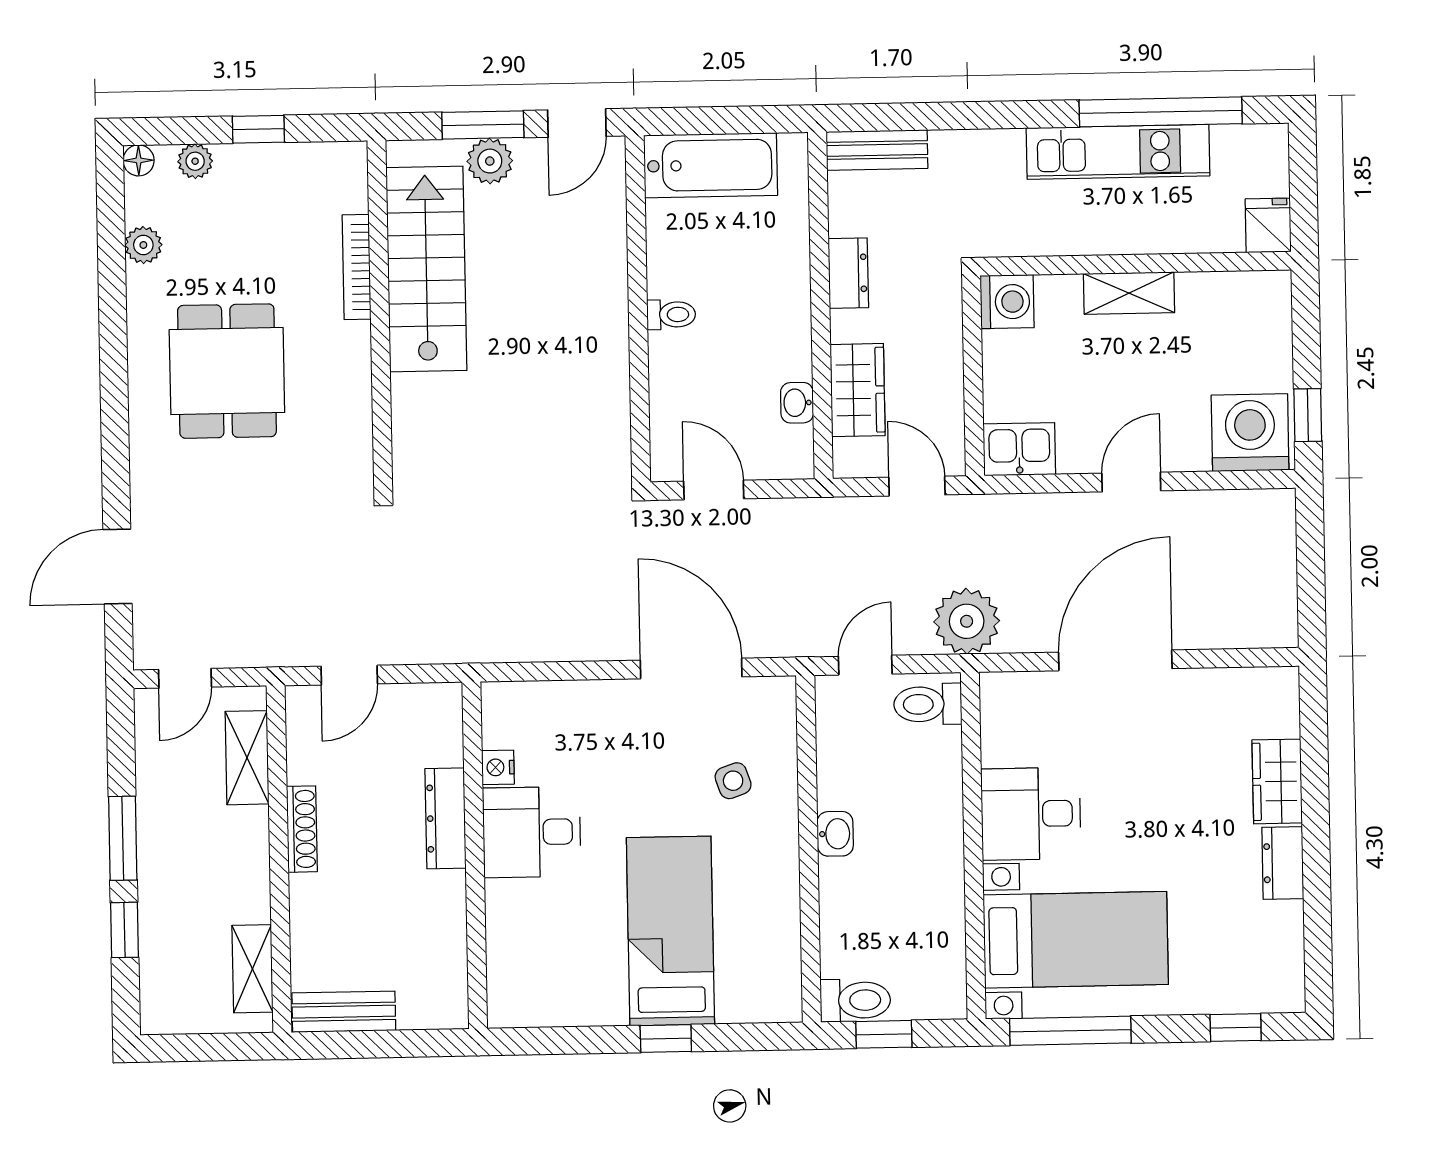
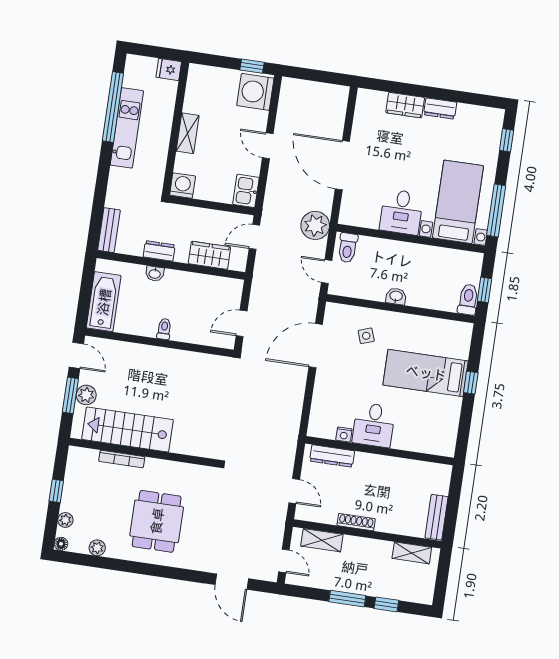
dining table: (227, 371) -> (157, 521), turned 90
washbasin: (797, 403) -> (155, 274), moved
dresser: (446, 818) -> (332, 456), moved

